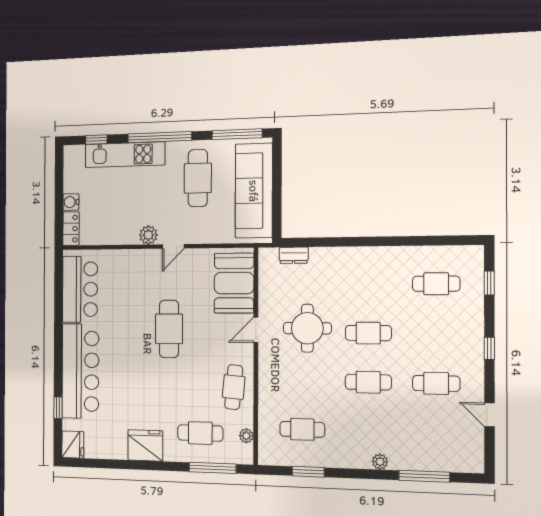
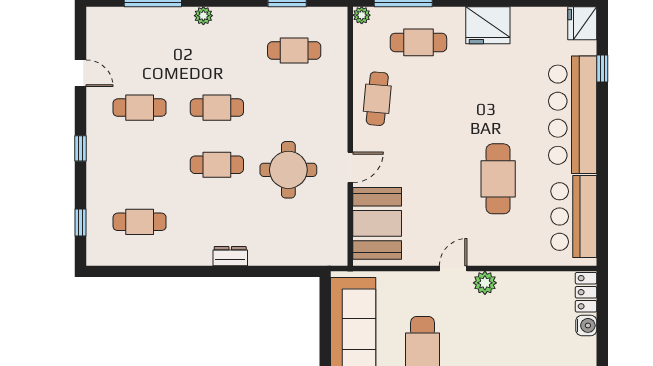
dresser: (294, 255) -> (230, 256), moved
cafe table: (169, 329) -> (498, 179), moved
plant: (246, 436) -> (362, 15), moved

